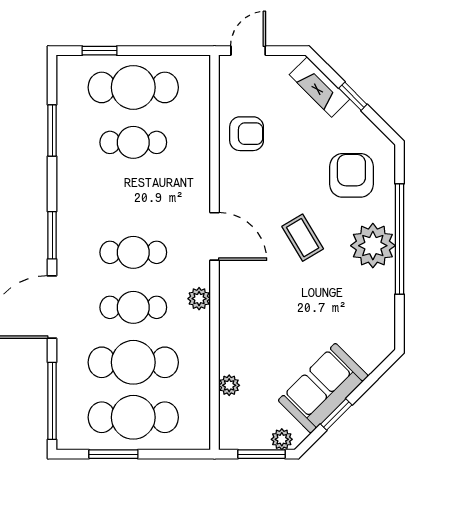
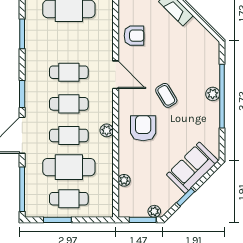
window: (353, 96) -> (195, 14), removed
cafe table: (133, 142) -> (69, 72), moved
armchair: (351, 175) -> (143, 128), moved
door: (215, 236) -> (116, 75), moved
plant: (373, 246) -> (213, 94), width x0.53, depth x0.53
sofa: (323, 388) -> (192, 168), moved
cafe table: (133, 417) -> (69, 199), width x0.73, depth x0.74

